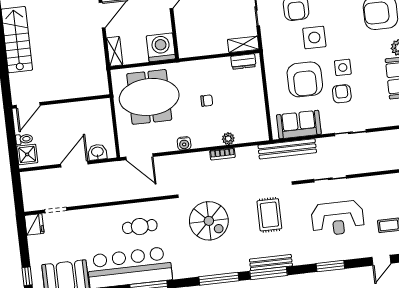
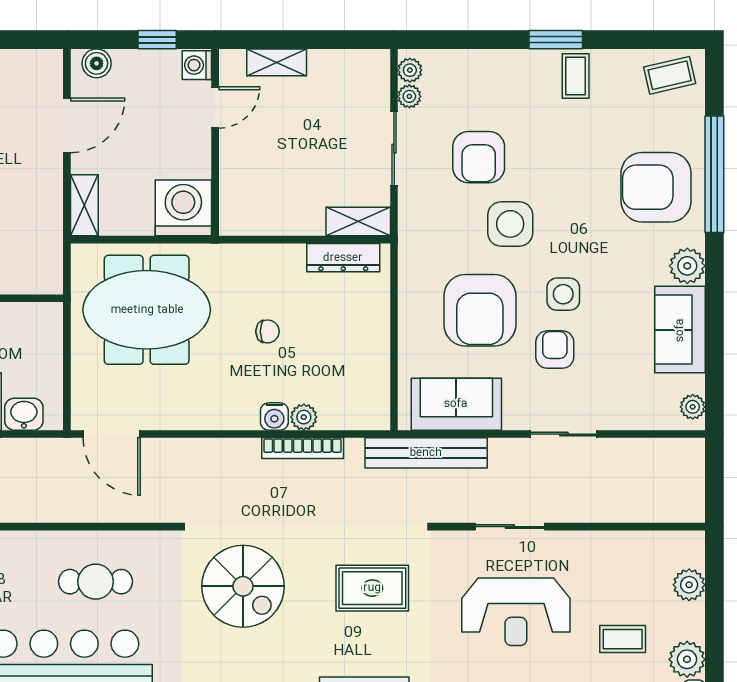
dresser: (243, 61) -> (343, 258), width x1.44
water cooler: (184, 143) -> (274, 417), moved
bookcase: (222, 154) -> (303, 448), width x1.56
rug: (269, 215) -> (372, 588), turned 90

